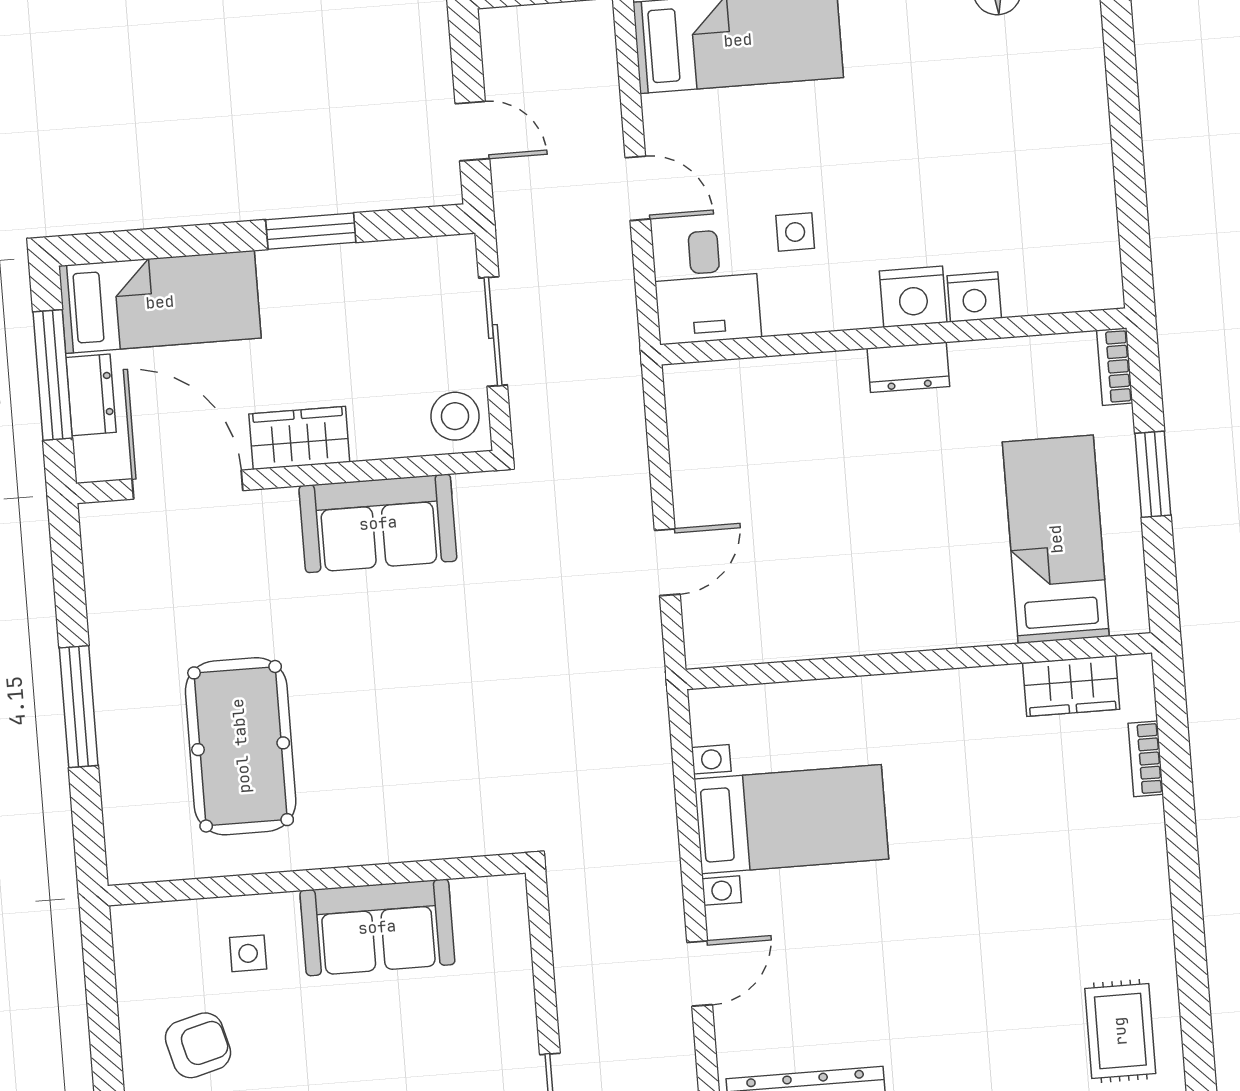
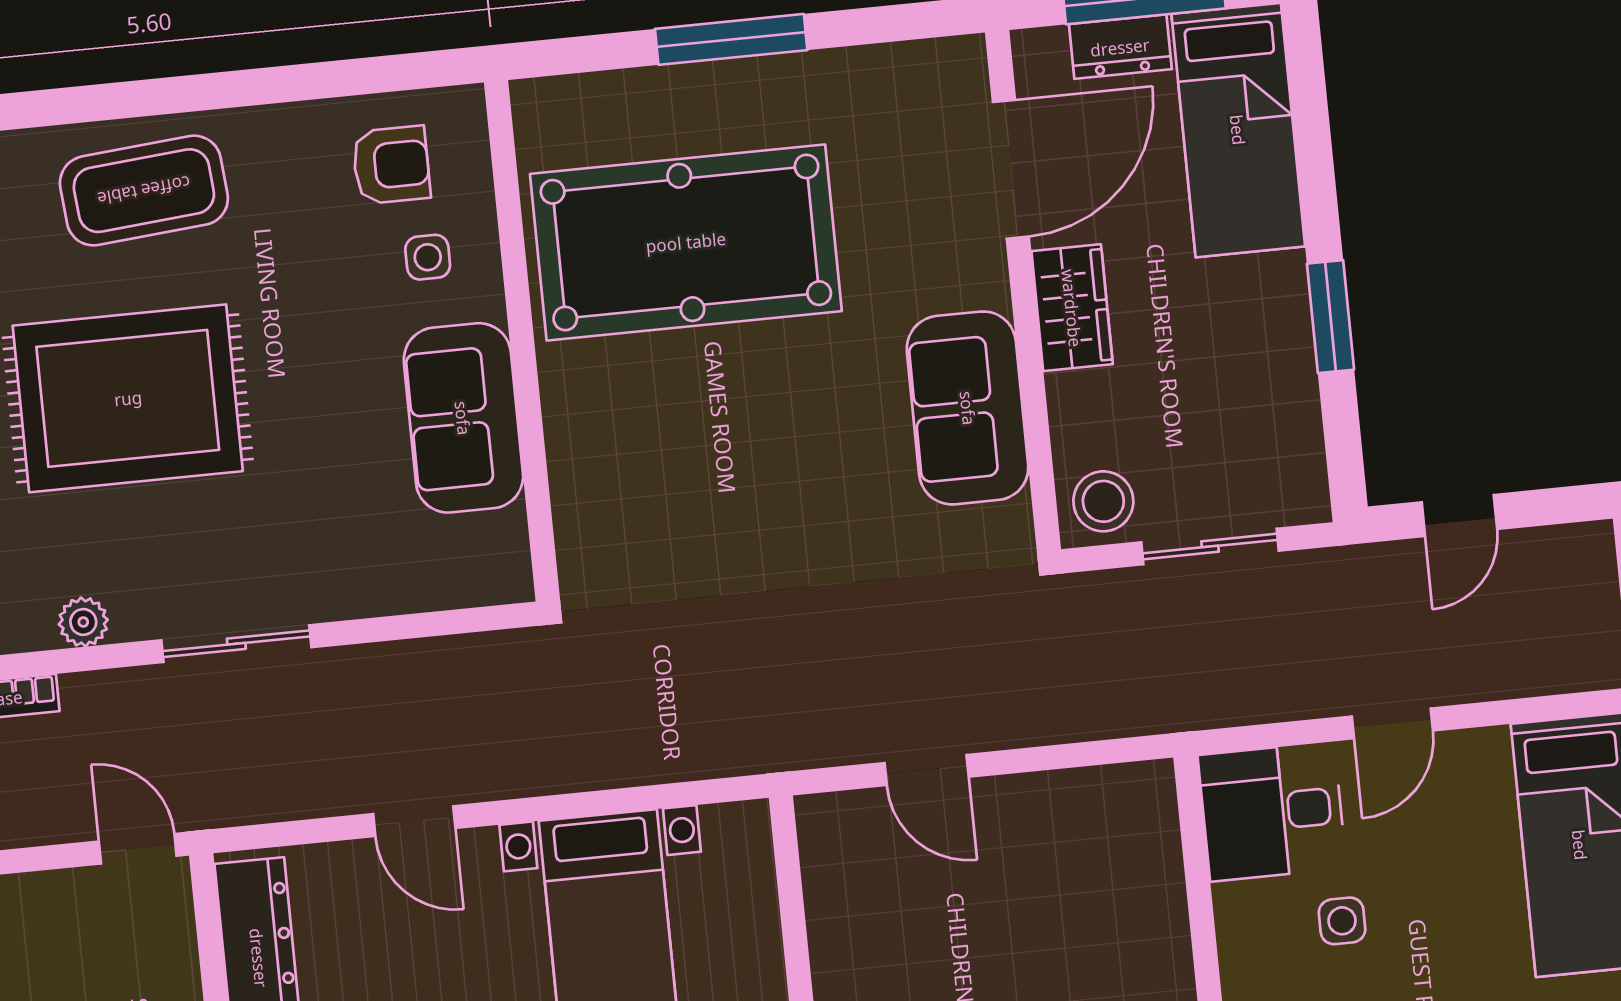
pool table: (241, 746) -> (686, 242), width x1.36, depth x1.32
armchair: (198, 1045) -> (391, 165), moved, turned -75

